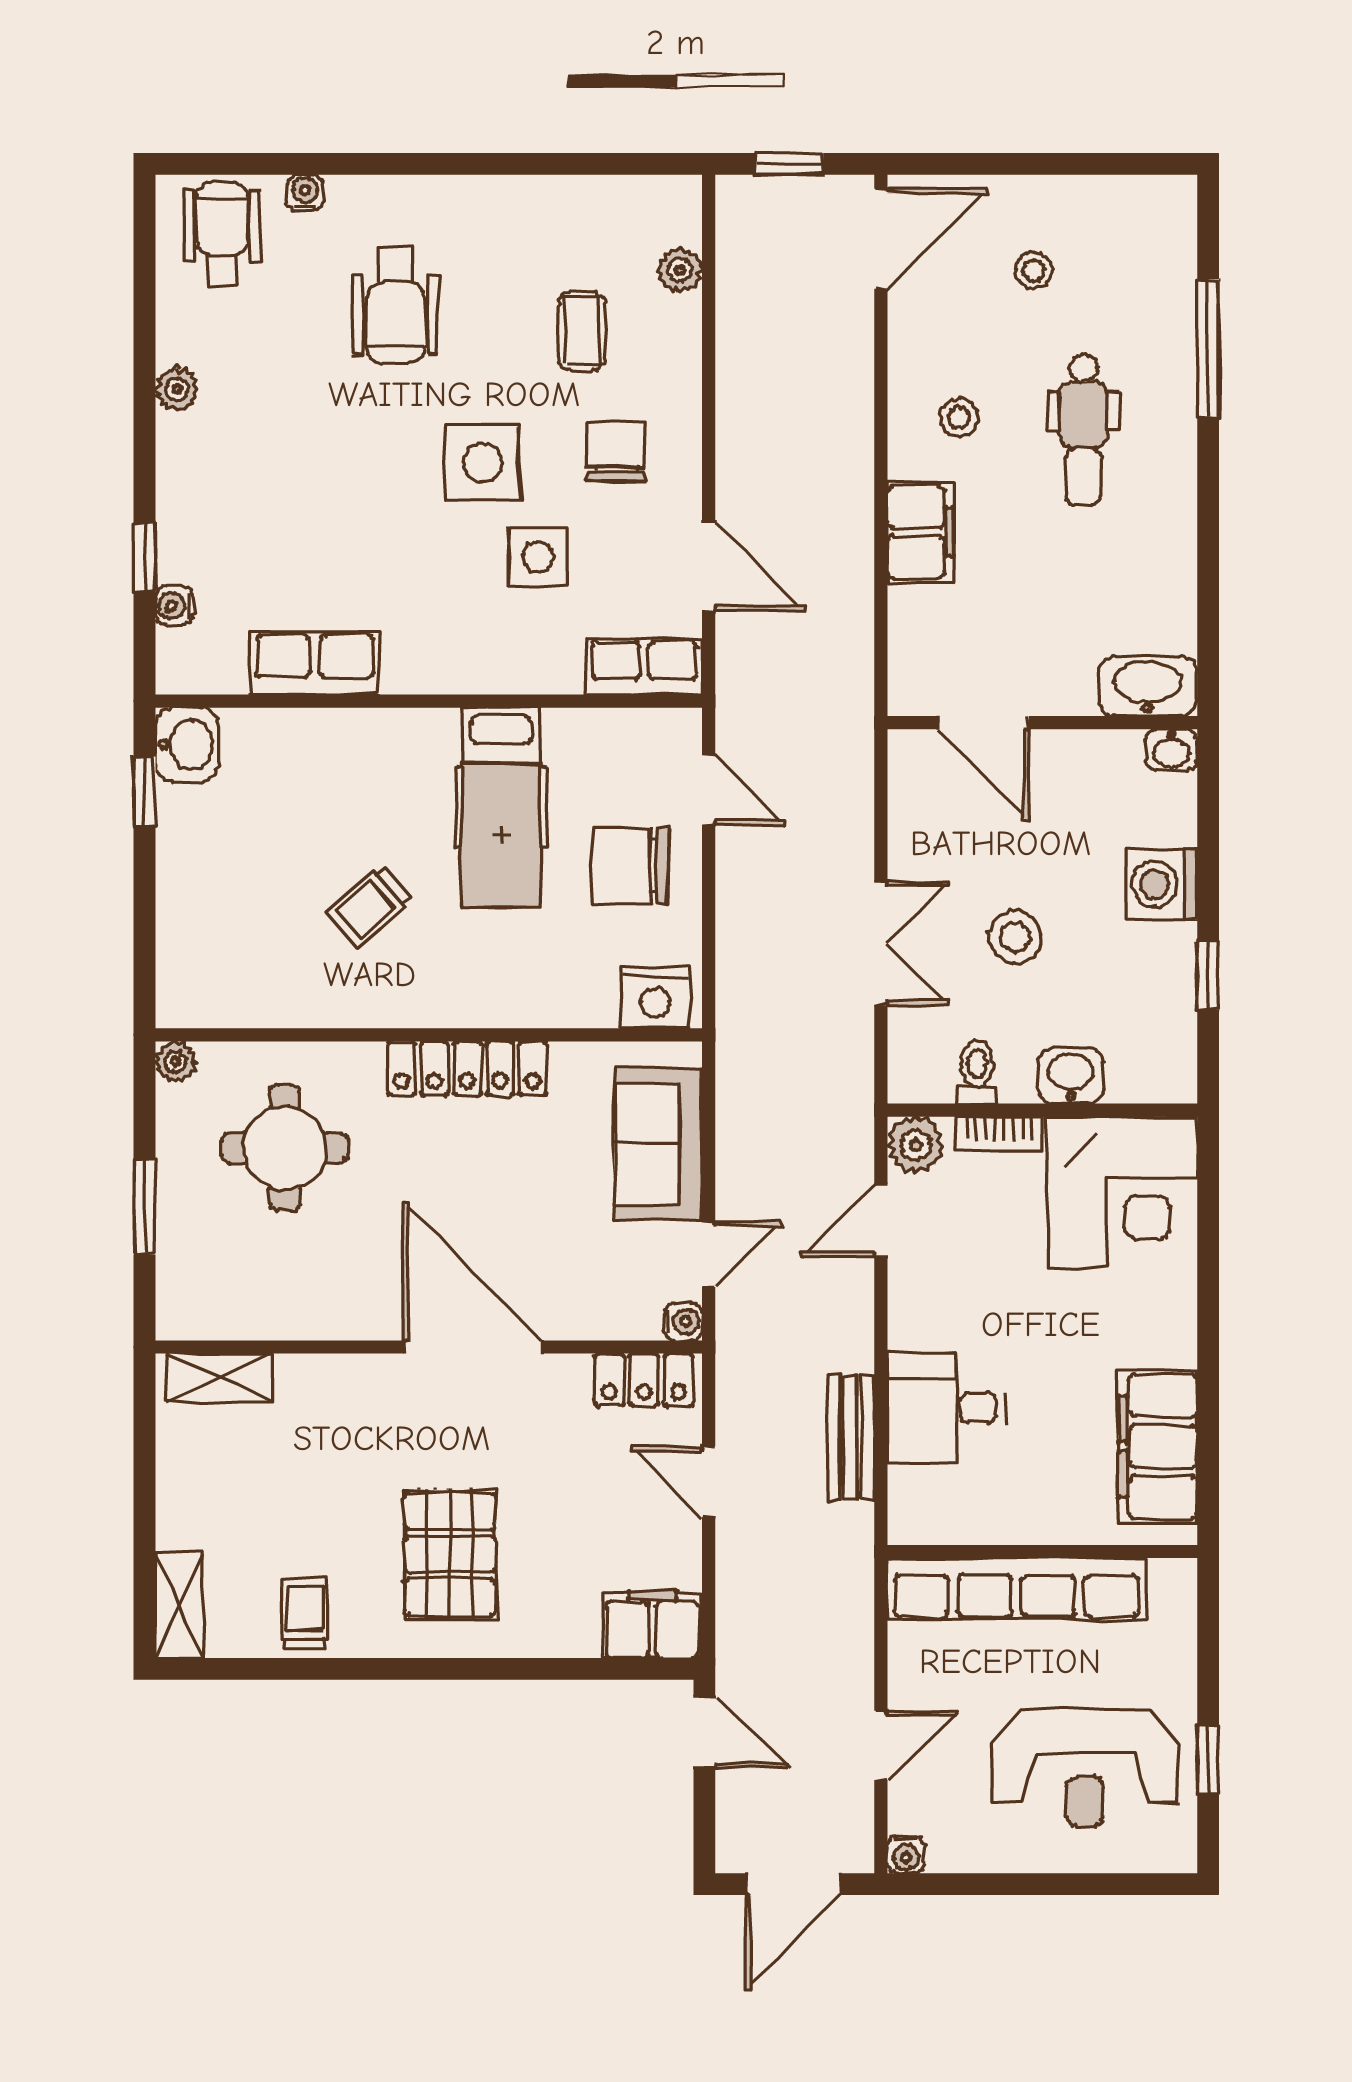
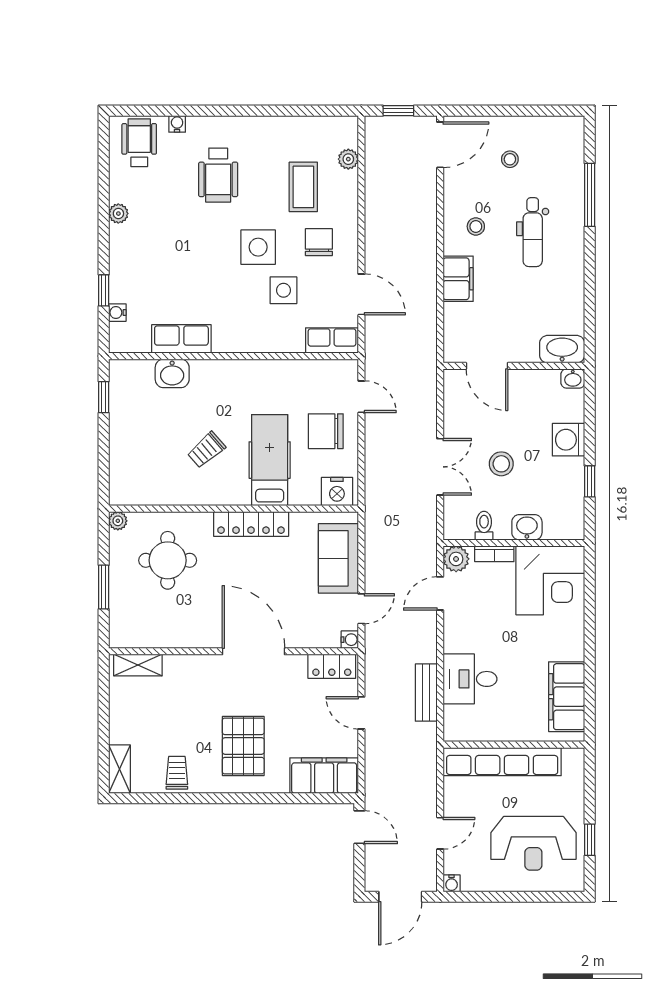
coffee table: (582, 331) -> (303, 187), width x1.36, depth x1.30
washbasin: (187, 745) -> (172, 373), moved, turned 90
hospital bed: (501, 807) -> (270, 460), moved, turned 180
filing cabinet: (652, 1625) -> (324, 776), width x1.50, depth x1.17

